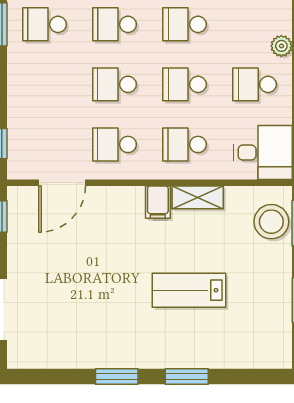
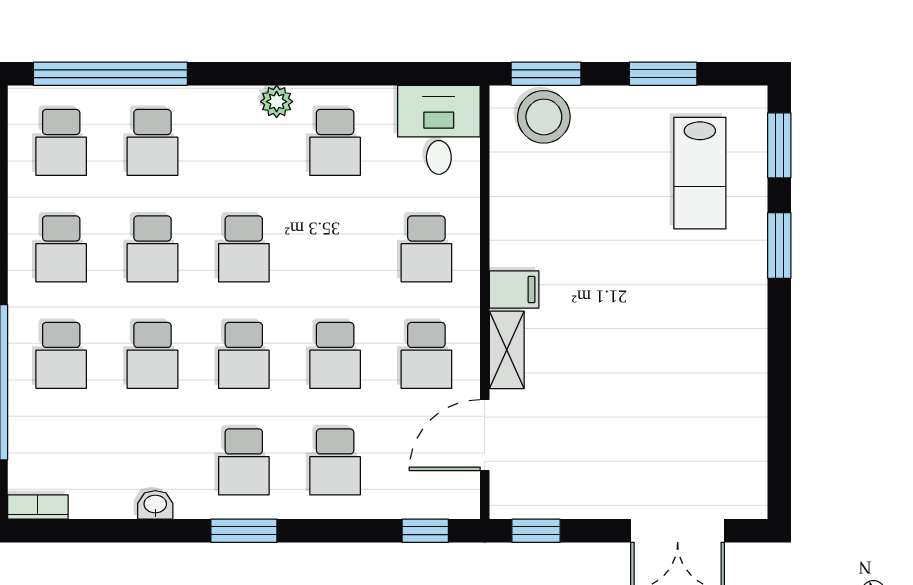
school desk: (185, 84) -> (335, 462), moved
door: (62, 183) -> (485, 435), swing flipped
shelving: (198, 197) -> (507, 350), moved
lab bench: (189, 290) -> (700, 173), moved
window: (117, 376) -> (779, 145), moved

